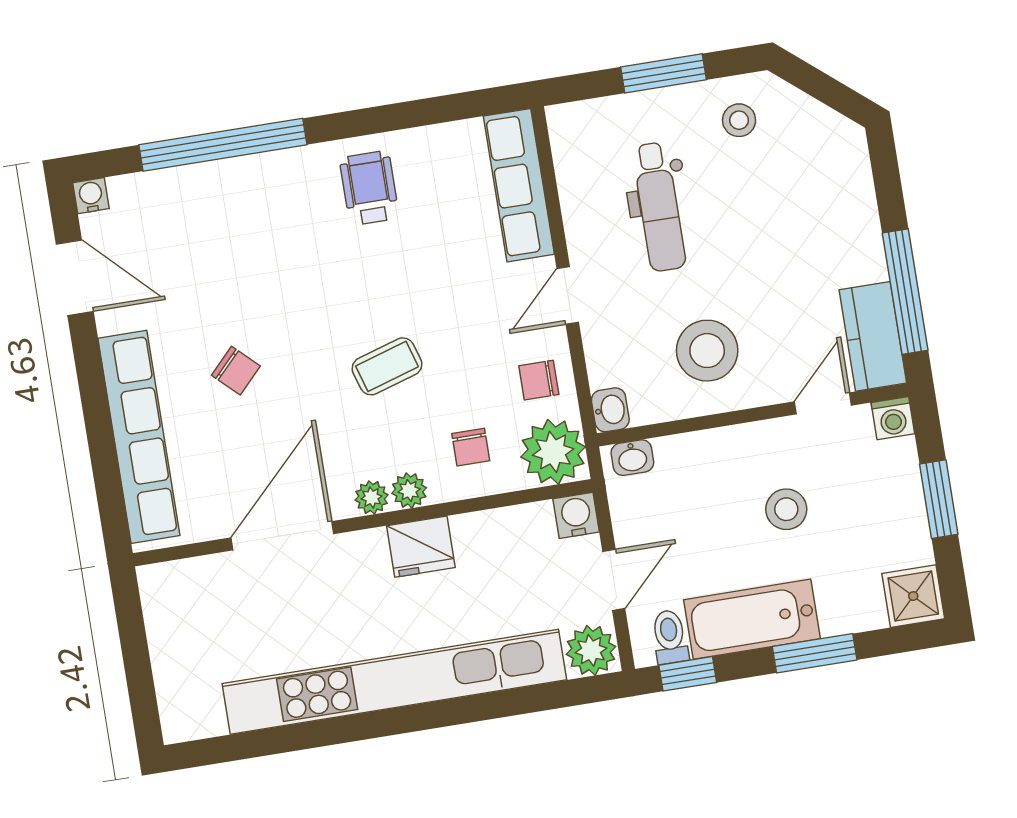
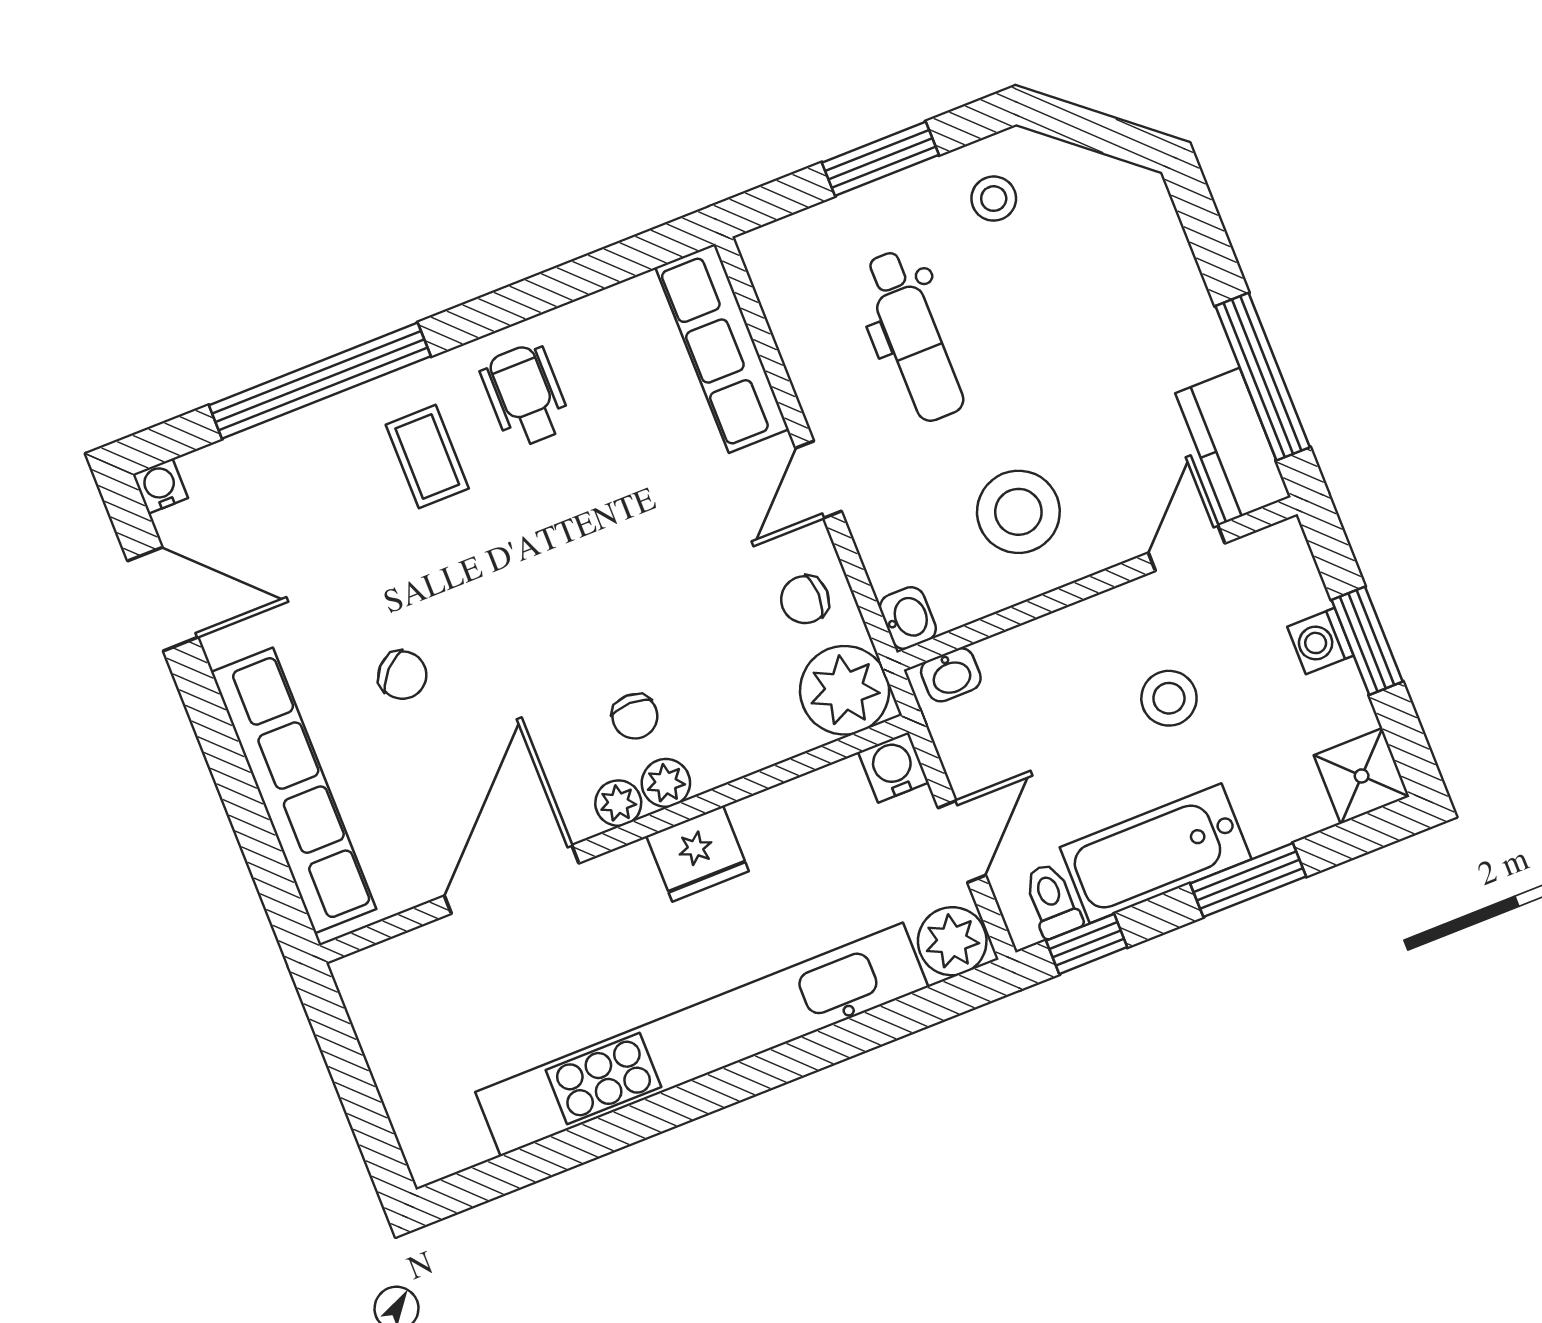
coffee table: (387, 366) -> (427, 457), moved, turned -73
washing machine: (893, 418) -> (1320, 641), moved, turned 90
chair: (471, 447) -> (635, 716), moved

